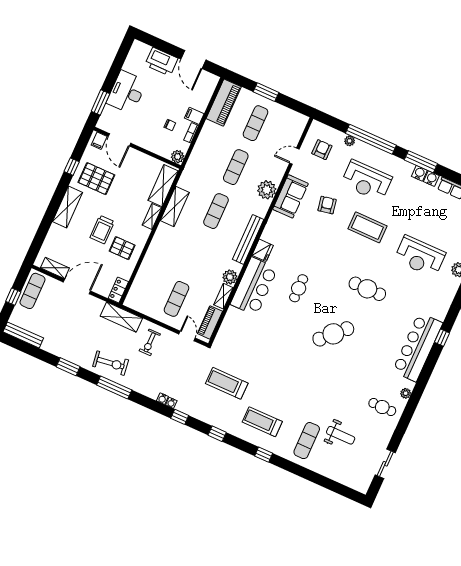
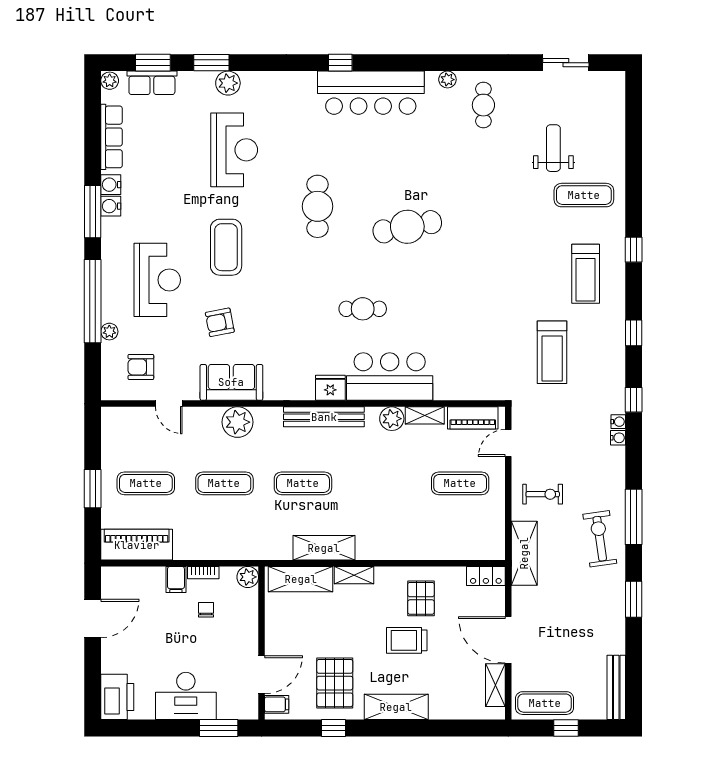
printer: (161, 62) -> (117, 697), moved
trolley: (102, 230) -> (407, 640), turned 180
cafe table: (333, 334) -> (407, 227), turned -56

